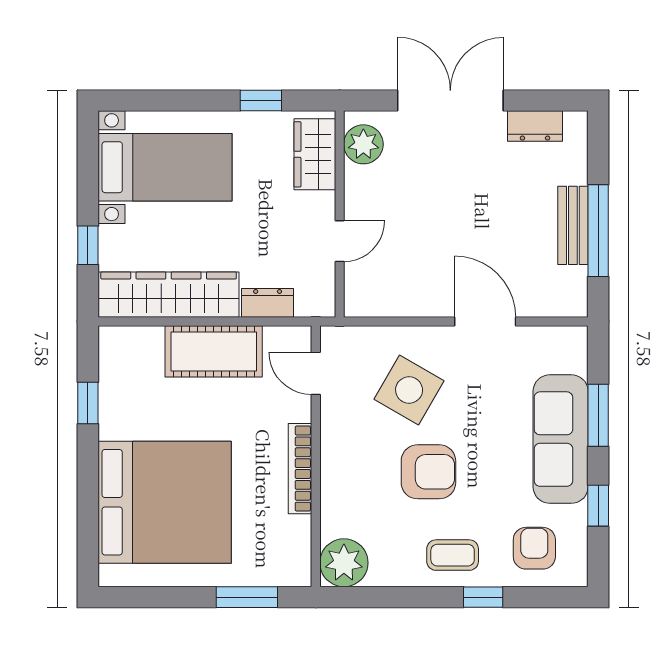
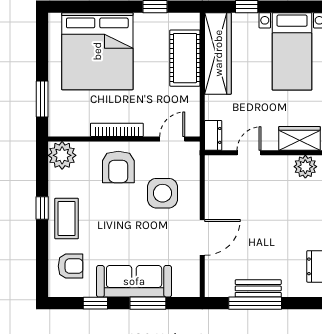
door: (340, 241) -> (249, 153), swing flipped
dresser: (268, 303) -> (213, 135), moved
cot: (214, 351) -> (185, 58), moved
side table: (409, 390) -> (163, 193), turned -30
armchair: (428, 472) -> (118, 167), moved
coffee table: (453, 555) -> (67, 219), width x1.36, depth x1.30
window: (483, 597) -> (42, 208), moved

